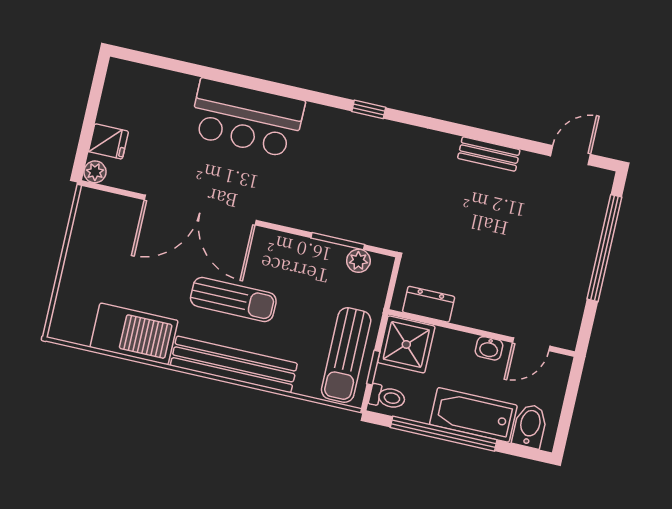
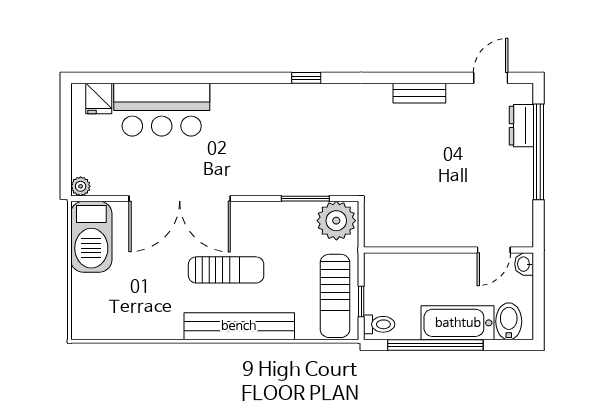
bar counter: (247, 118) -> (162, 110), moved
fridge: (108, 141) -> (99, 98), moved, turned 90
plant: (358, 261) -> (336, 221), width x1.88, depth x1.88
dresser: (429, 304) -> (521, 126), moved, turned -90
barbecue: (134, 334) -> (91, 237), moved, turned 90
shower: (406, 344) -> (385, 275), removed
washbasin: (489, 348) -> (524, 264), moved, turned 90

